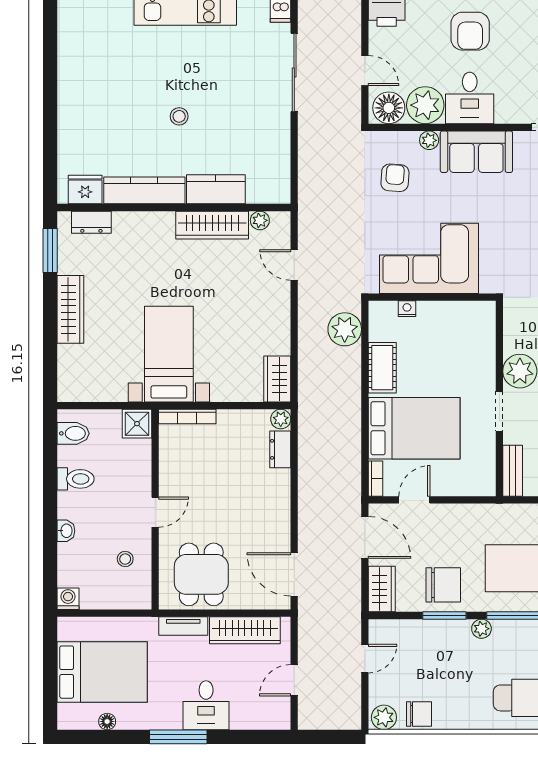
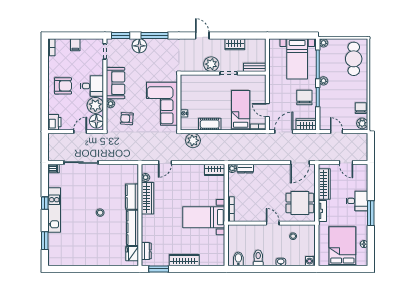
shower: (137, 424) -> (234, 231), removed
bed: (414, 428) -> (241, 110), width x0.67

